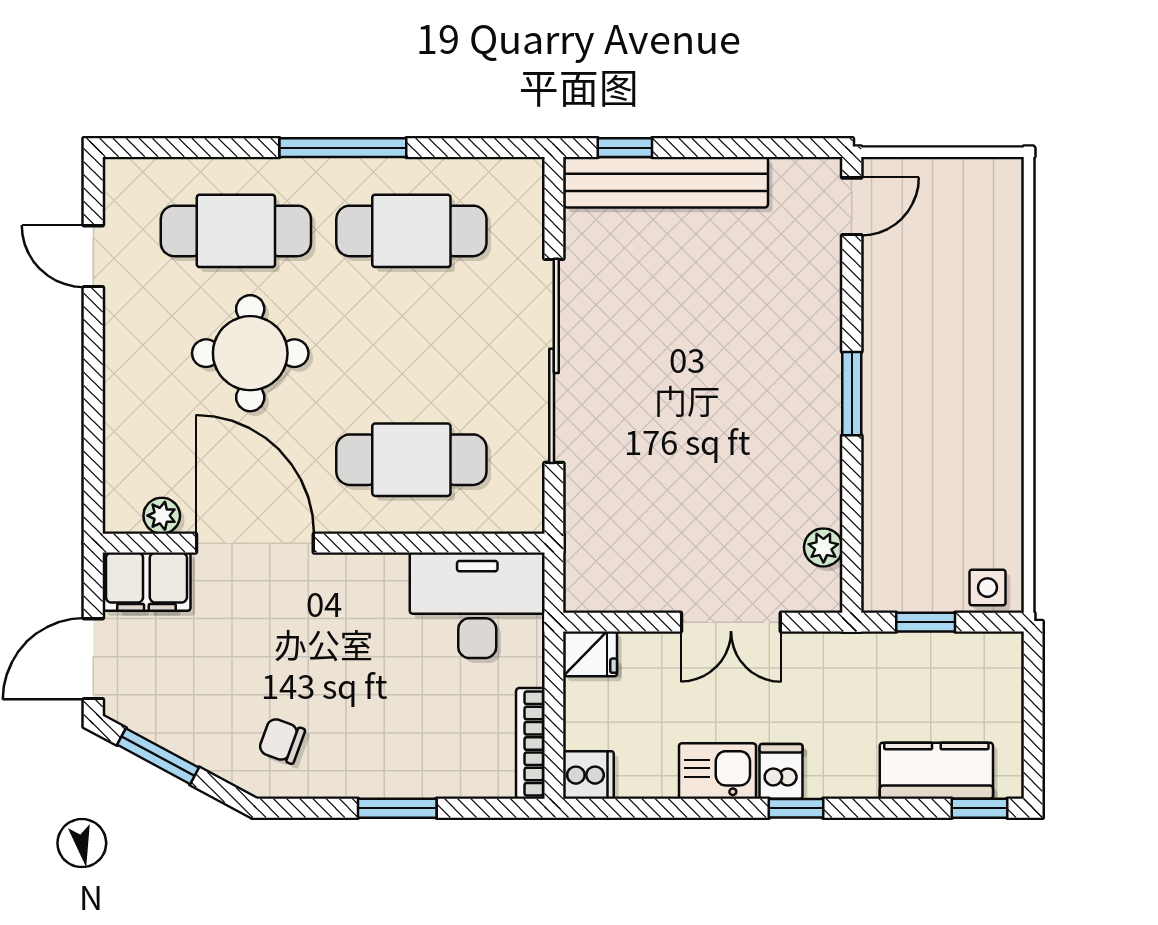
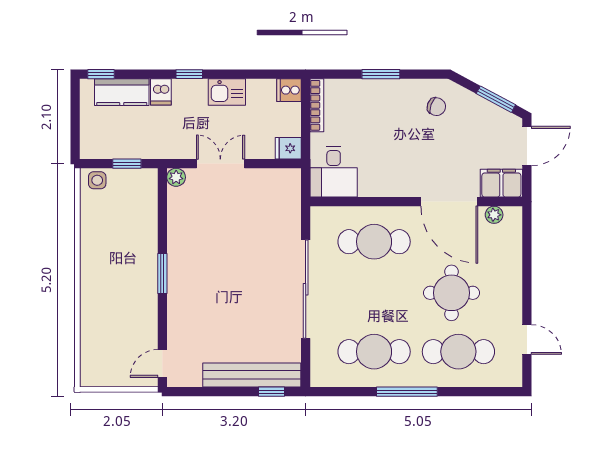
plant: (823, 547) -> (176, 177), moved
desk: (477, 605) -> (334, 172), width x0.73
dishwasher: (781, 771) -> (161, 92), moved

